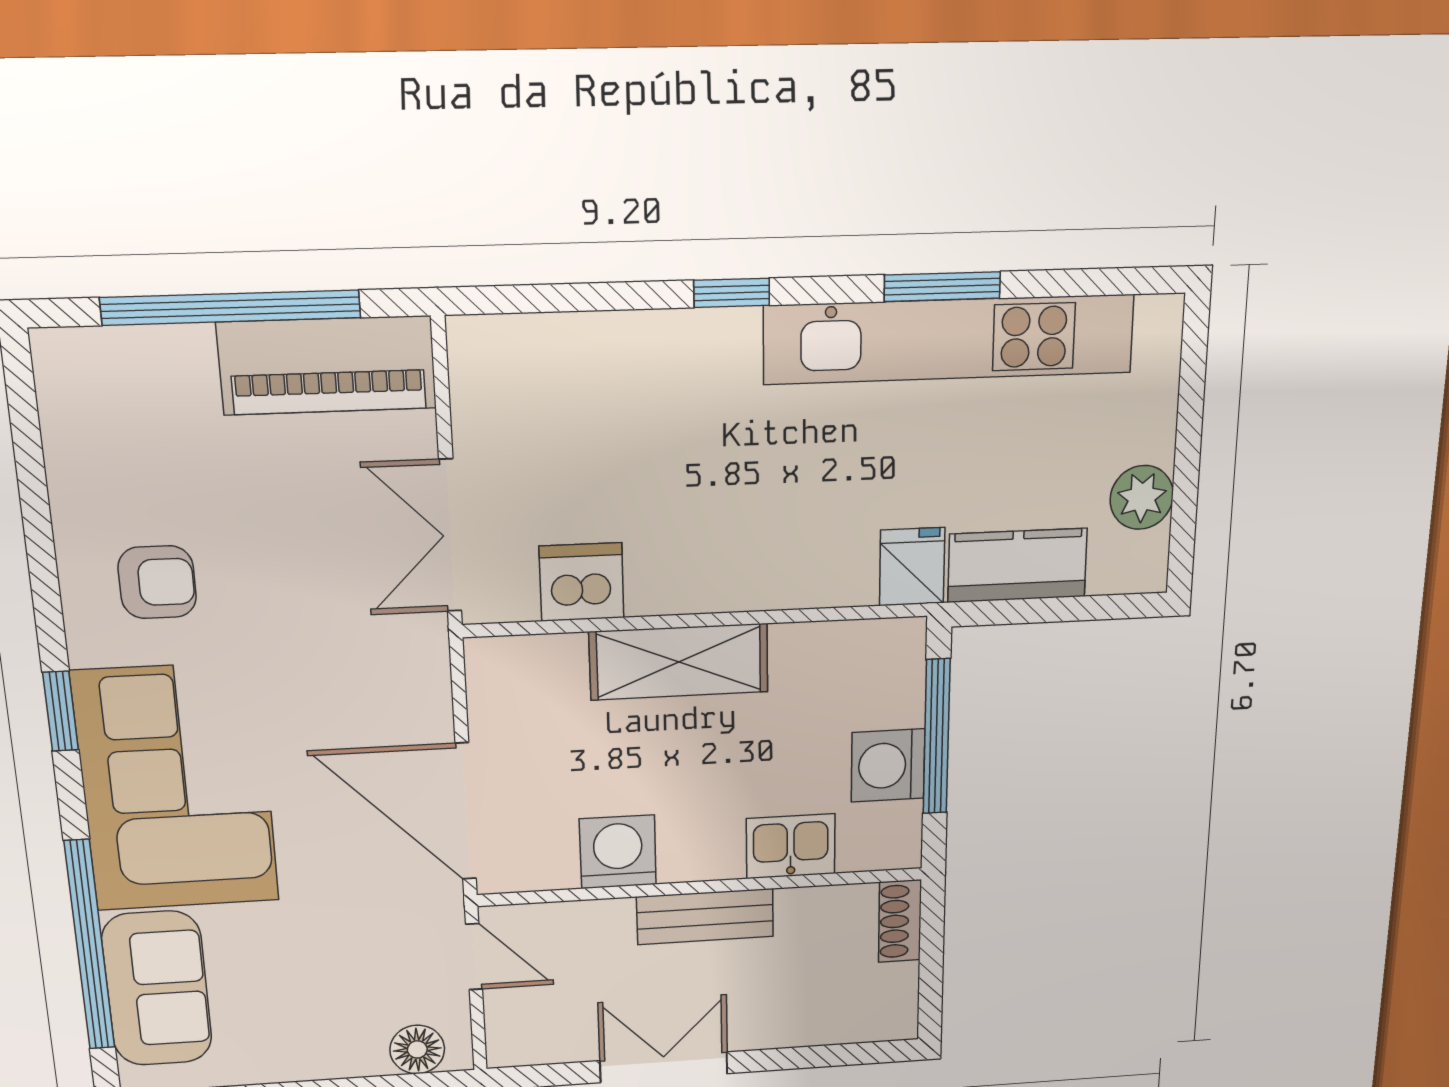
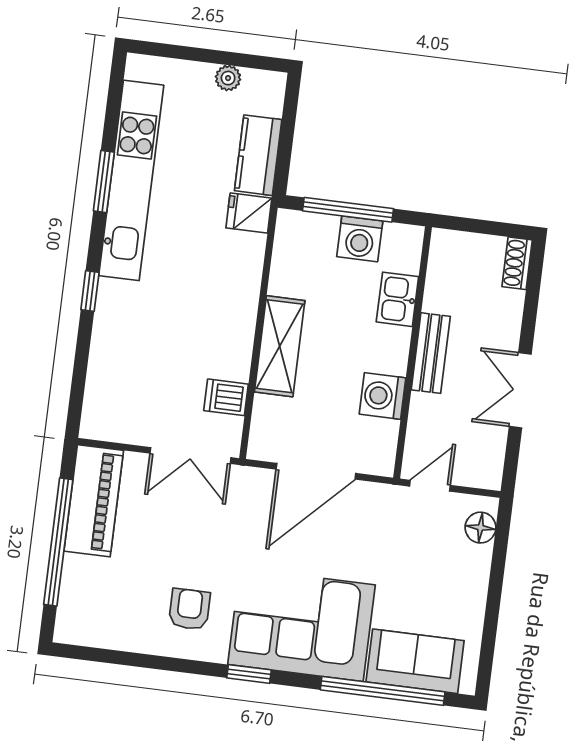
plant: (1142, 497) -> (228, 78), width x0.73, depth x0.73
dishwasher: (582, 582) -> (226, 397), width x0.73
door: (466, 811) -> (316, 471), moved
shoe rack: (900, 921) -> (517, 263), moved, turned 90

